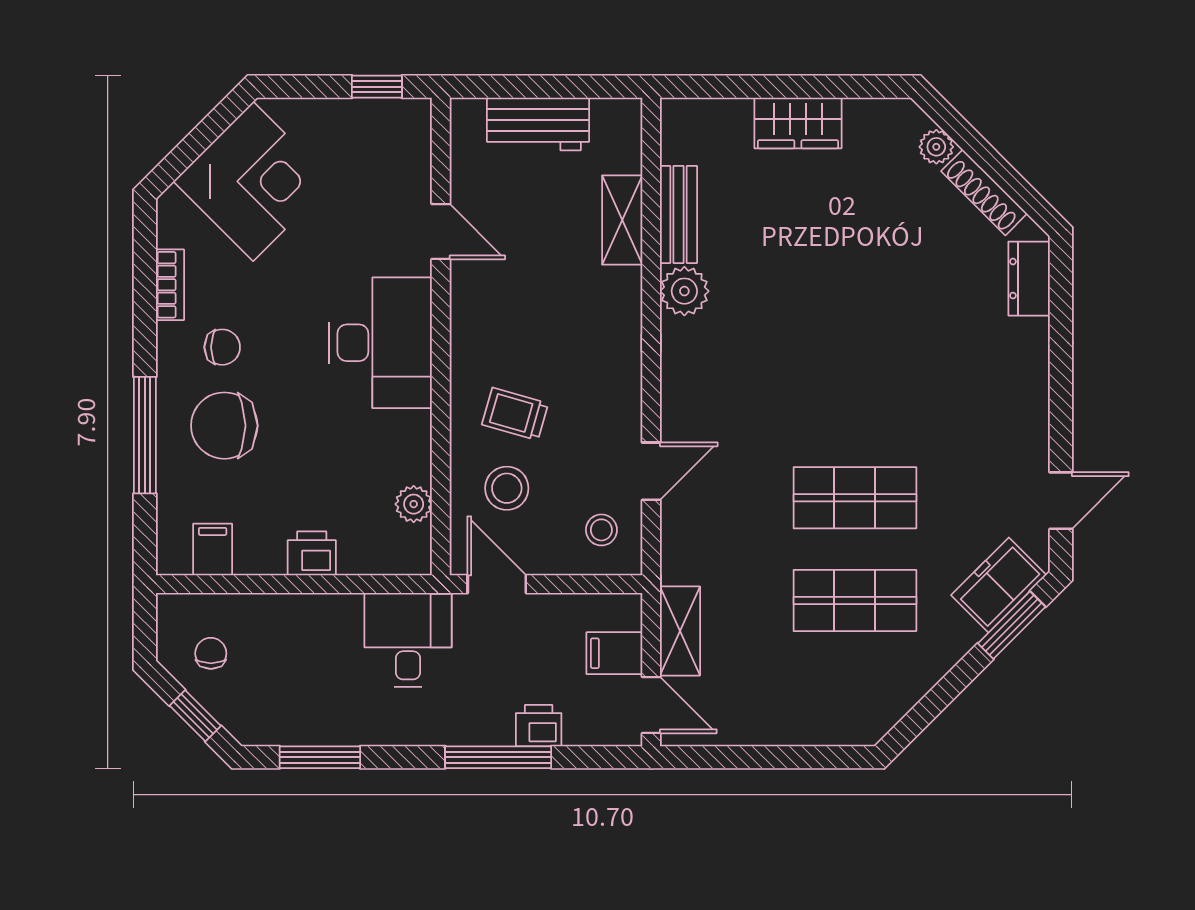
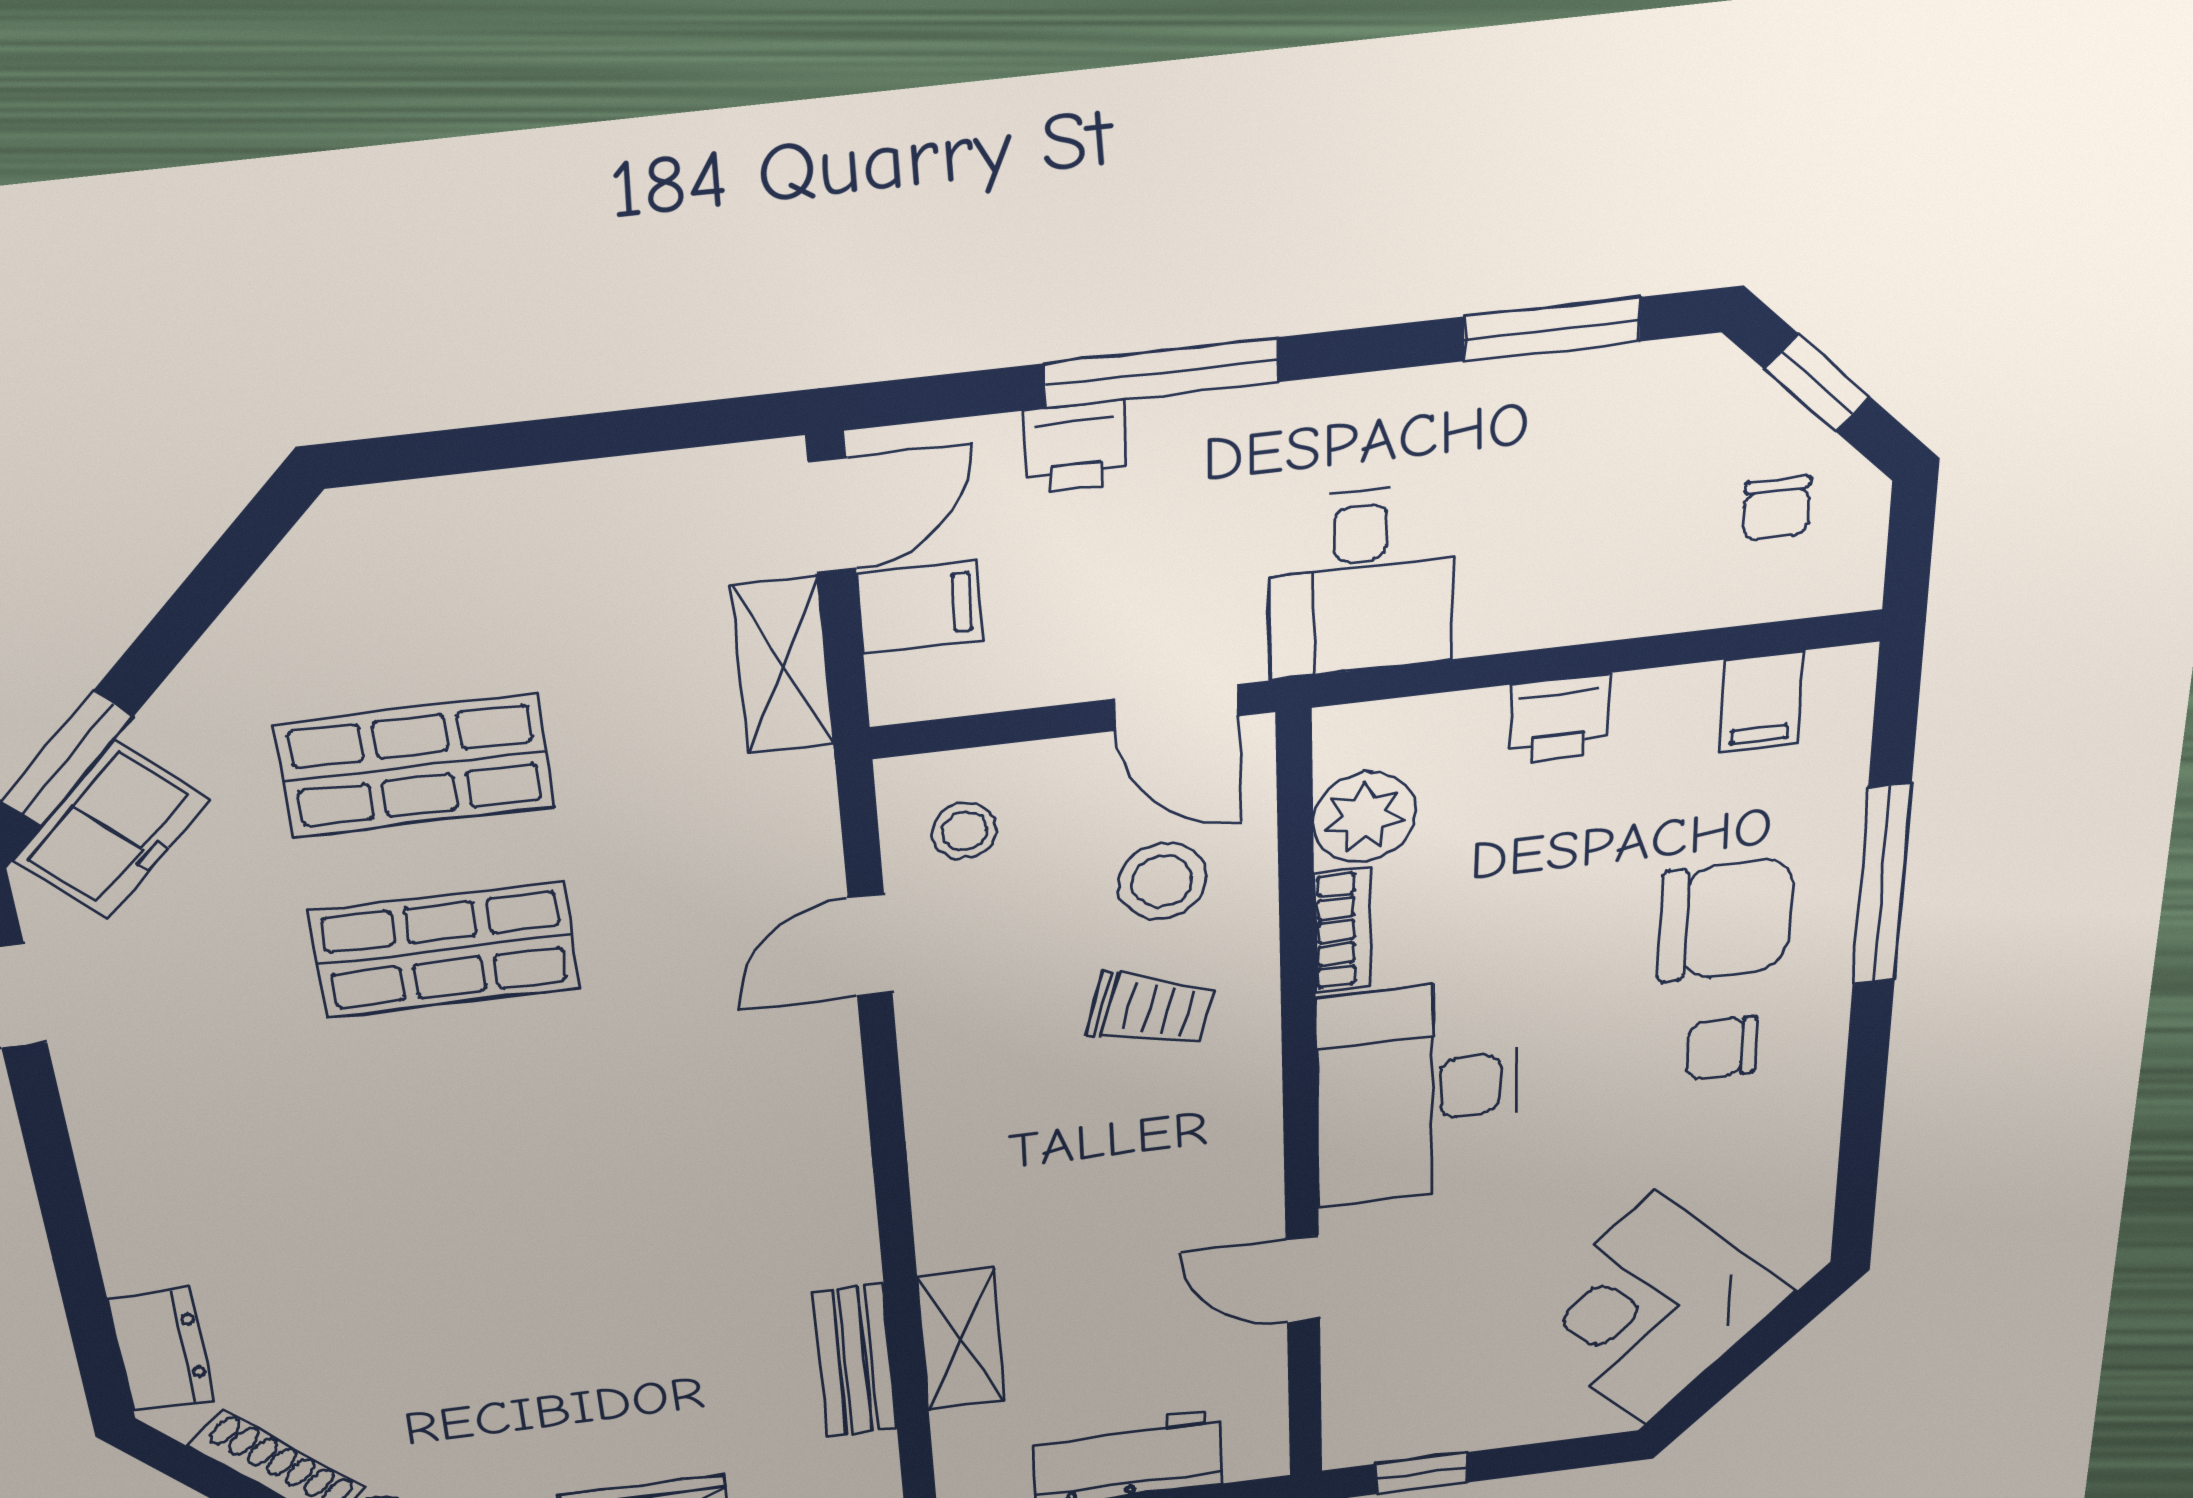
bookcase: (170, 285) -> (1343, 930), moved, turned 180
plant: (684, 291) -> (832, 1246), removed
plant: (414, 504) -> (1365, 817), width x1.38, depth x1.38
door: (651, 705) -> (832, 516), swing flipped

